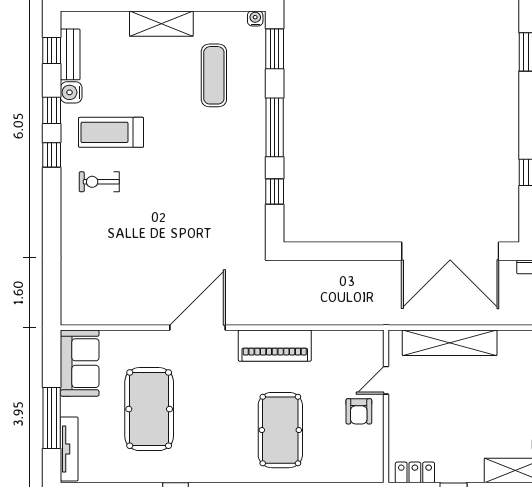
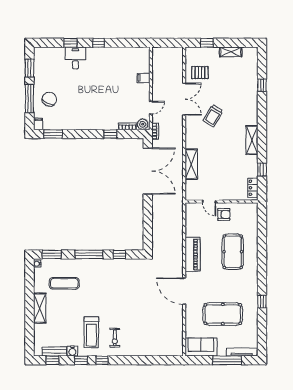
shelving: (450, 343) -> (191, 164), width x0.68
pool table: (280, 430) -> (233, 252), turned 90

